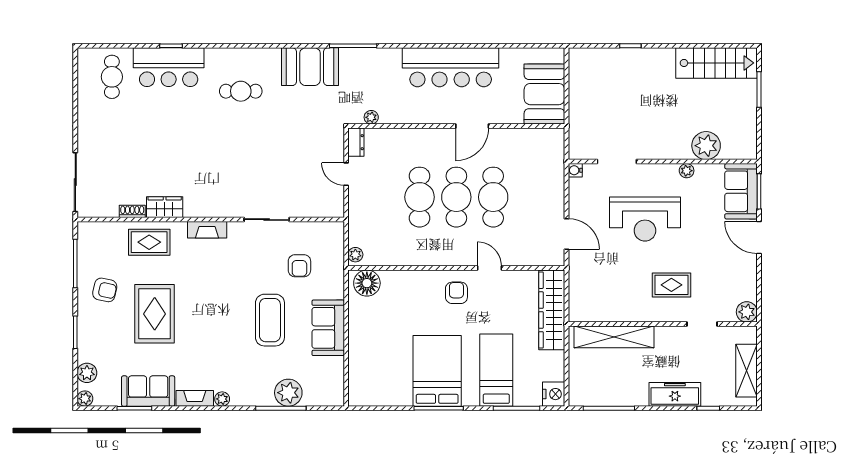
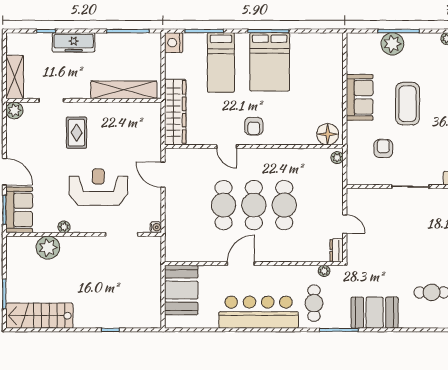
cafe table: (383, 78) -> (314, 303), added
rug: (671, 285) -> (76, 133), turned 90
shelving: (746, 371) -> (15, 77), moved

